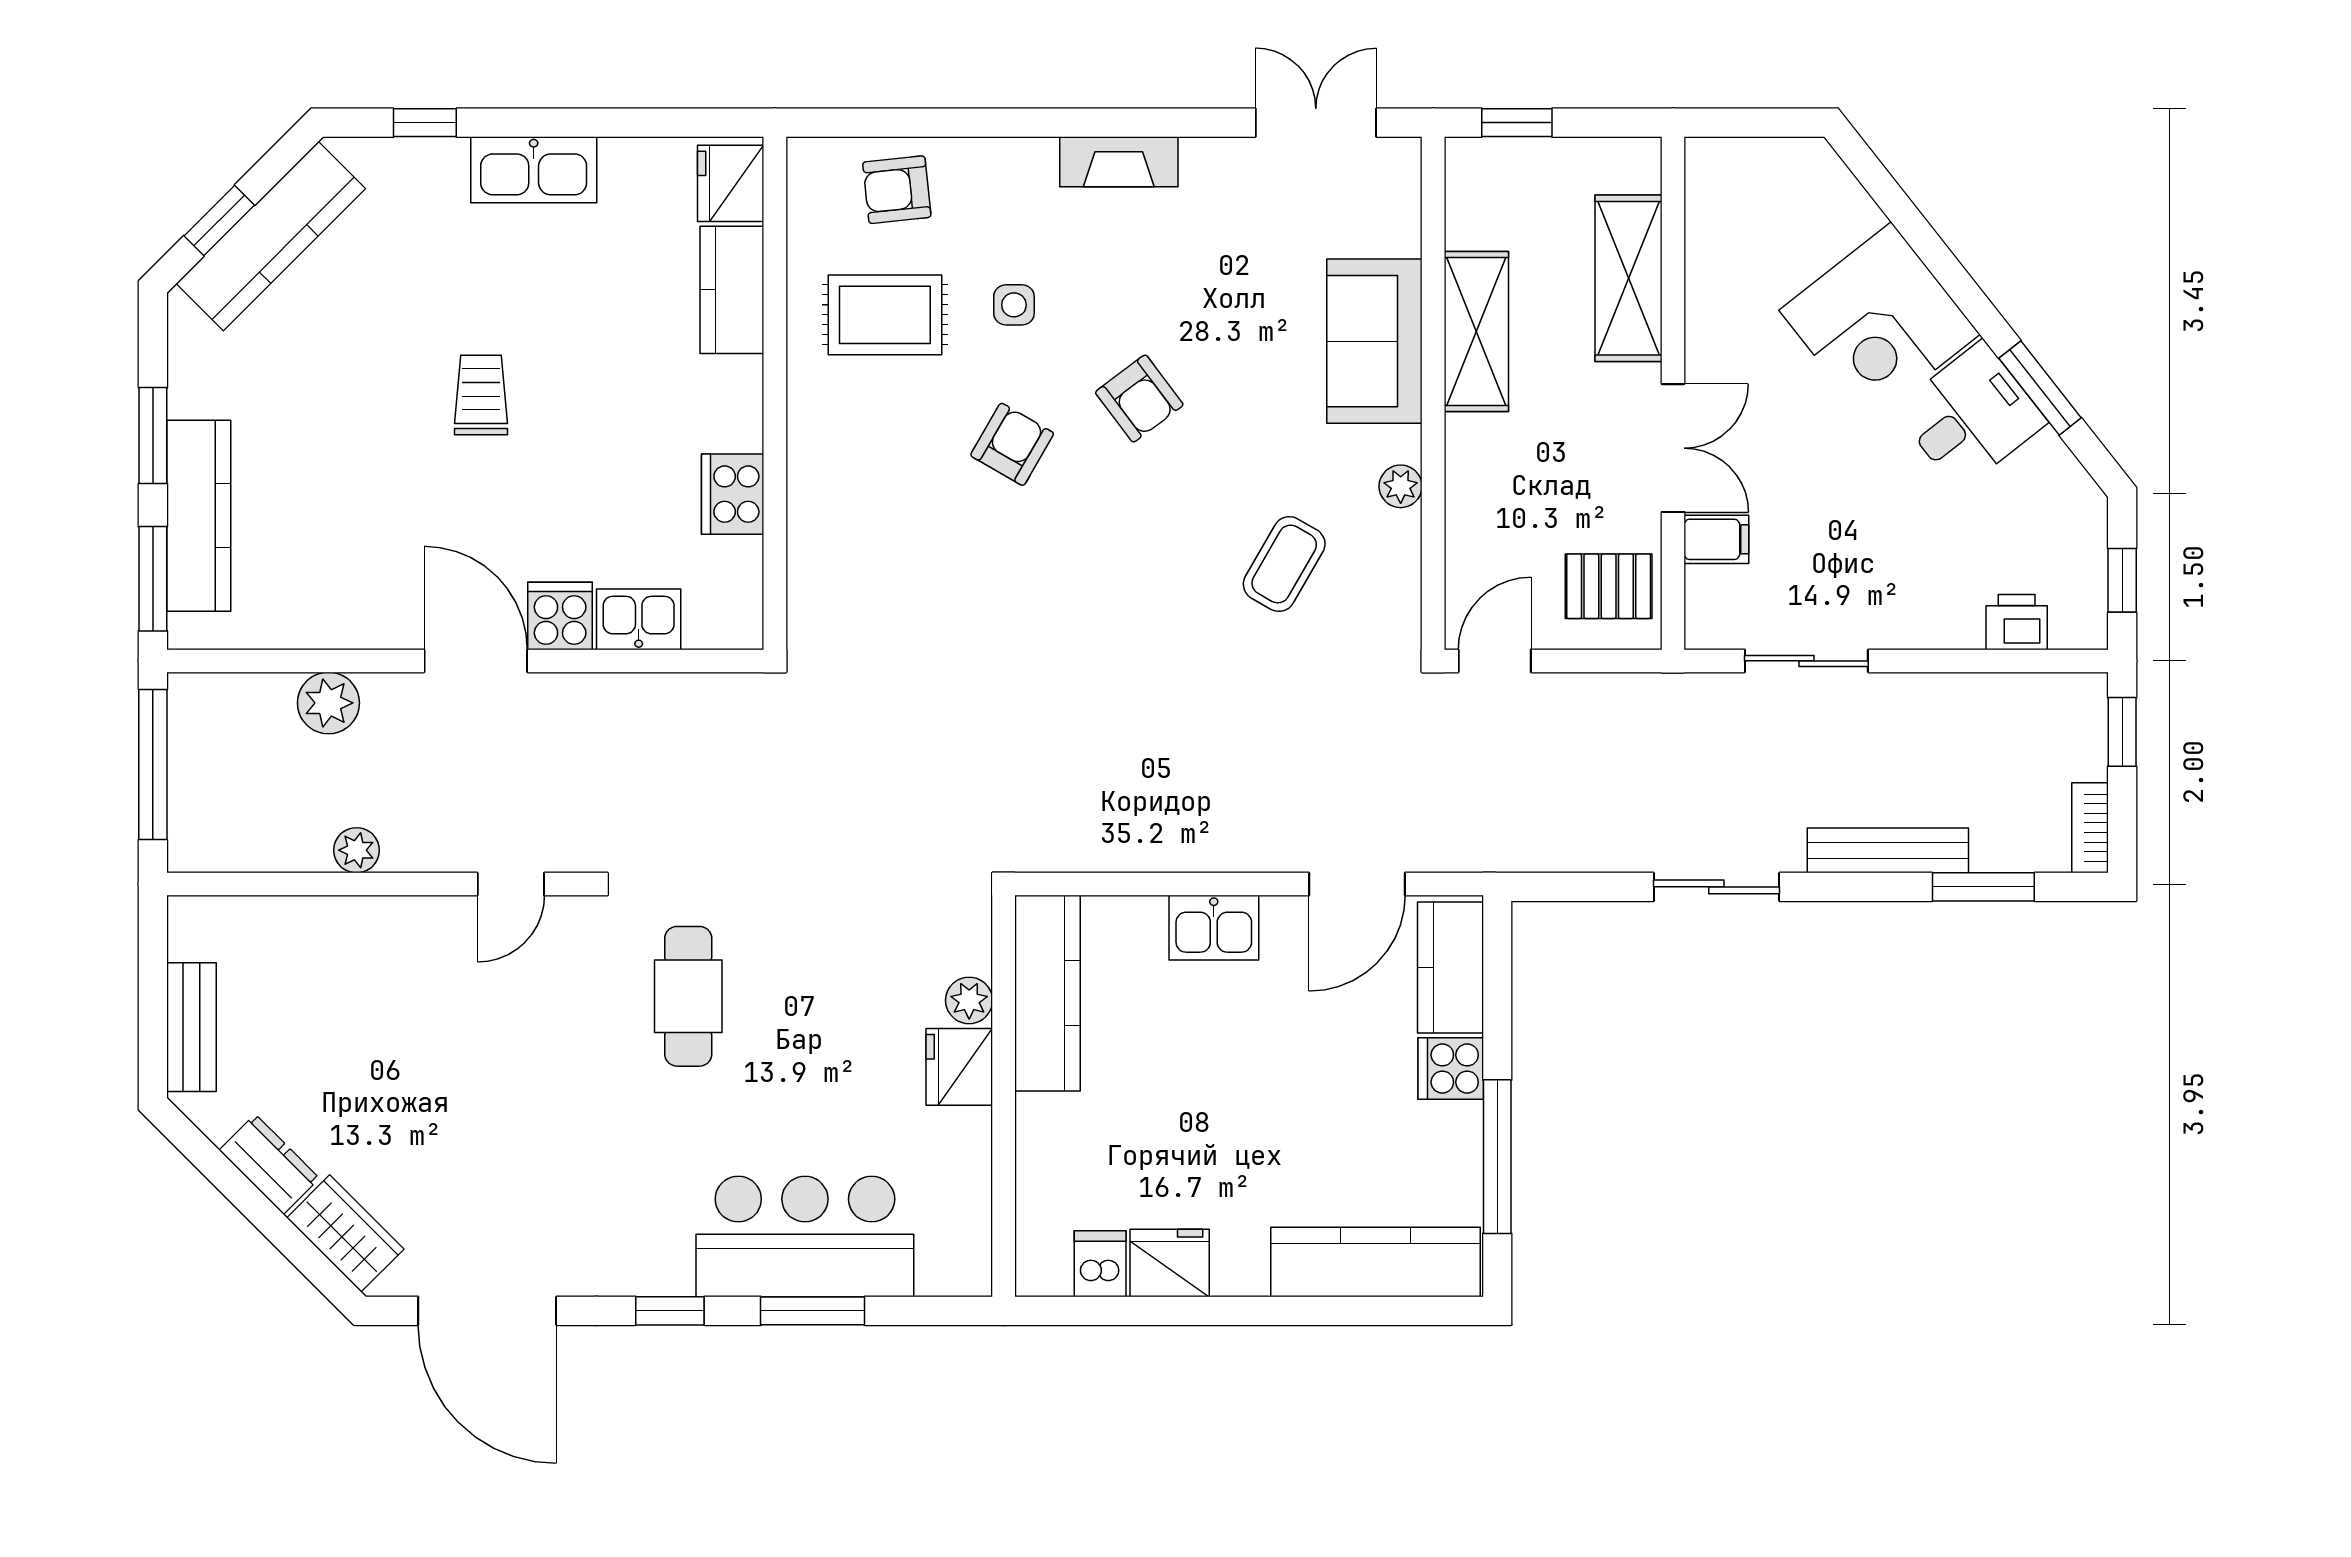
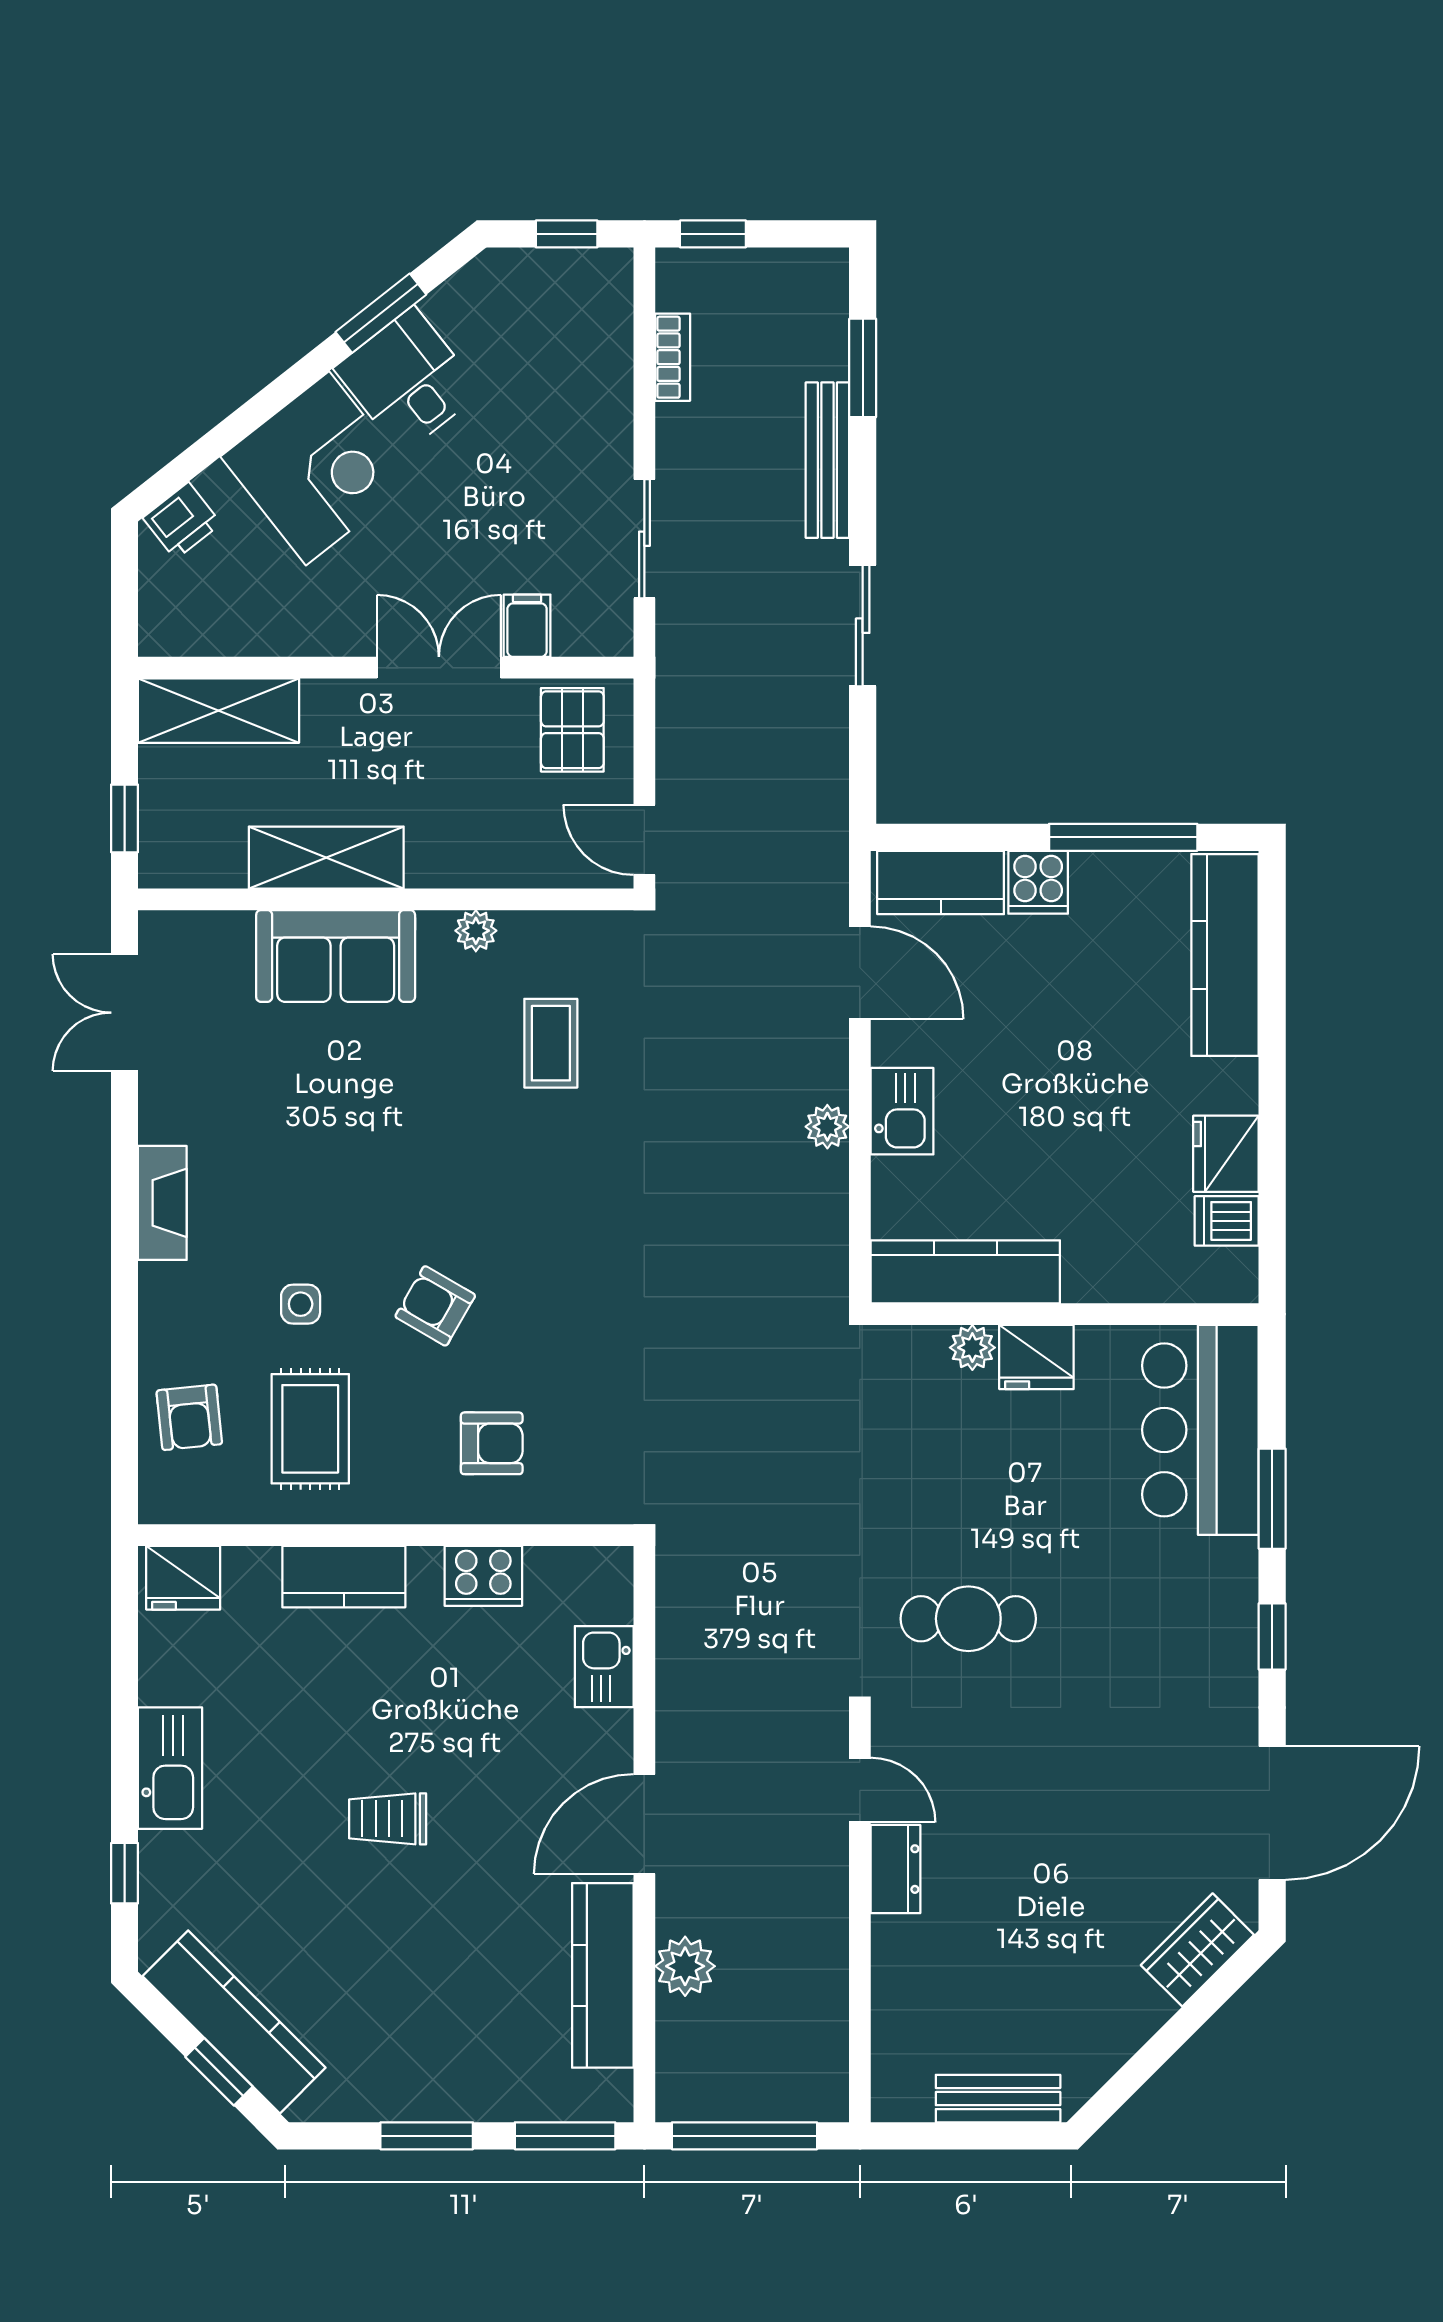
shelving: (1628, 278) -> (219, 711), moved
kitchen counter: (732, 290) -> (344, 1577), moved
armchair: (1139, 399) -> (492, 1443), moved, turned 37
kitchen counter: (199, 516) -> (603, 1975), moved, turned -90
coffee table: (1284, 564) -> (551, 1043), turned 60
cooker: (560, 616) -> (601, 1743), removed
printer: (2017, 622) -> (182, 521), moved, turned -128
bookcase: (2090, 828) -> (673, 357), moved, turned -90
plant: (357, 850) -> (827, 1127), moved
dresser: (269, 1164) -> (896, 1869), moved, turned 135
bar counter: (805, 1236) -> (1200, 1430), moved

